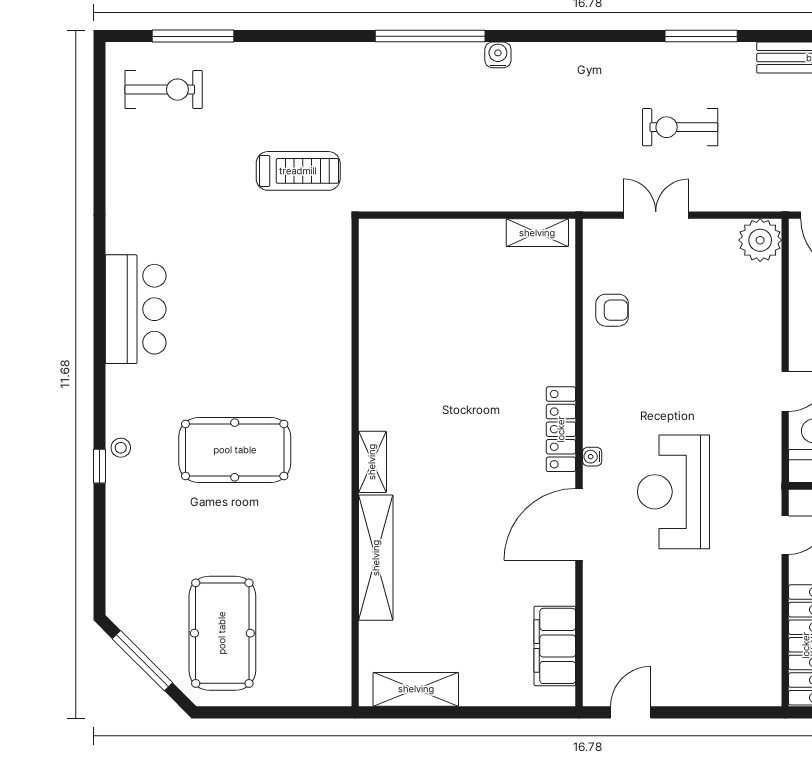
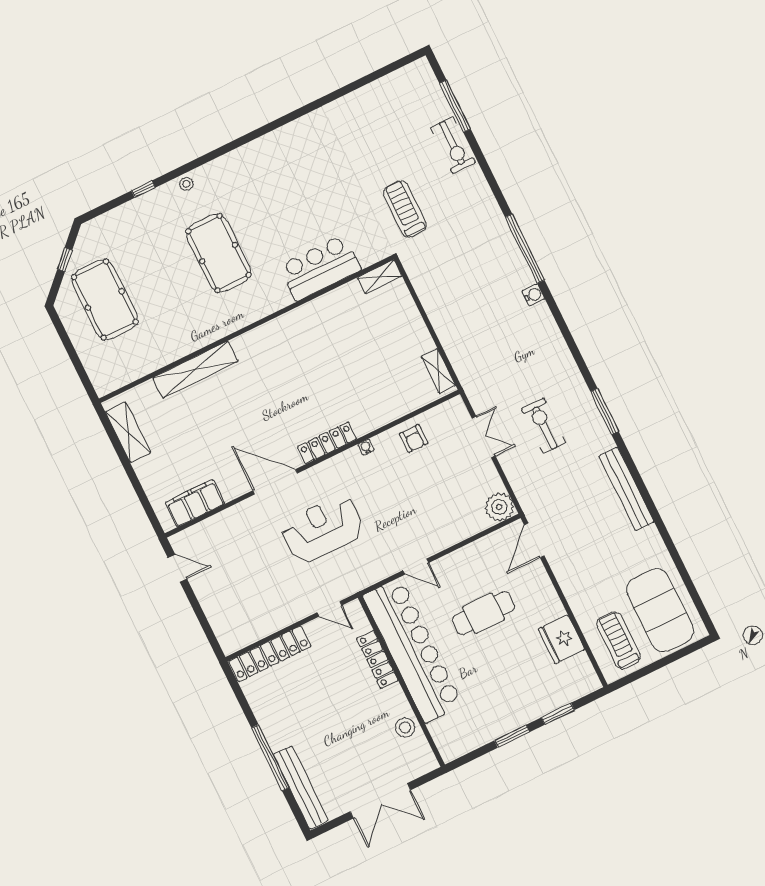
exercise bike: (164, 90) -> (453, 145), moved
treadmill: (298, 171) -> (405, 209), turned 180
bar counter: (136, 309) -> (320, 268), moved, turned 180
water cooler: (592, 457) -> (366, 447), moved
shelving: (372, 462) -> (380, 277), moved
window: (99, 466) -> (143, 189), moved
pool table: (222, 633) -> (105, 300), turned 90
window: (142, 661) -> (65, 260), width x0.46

